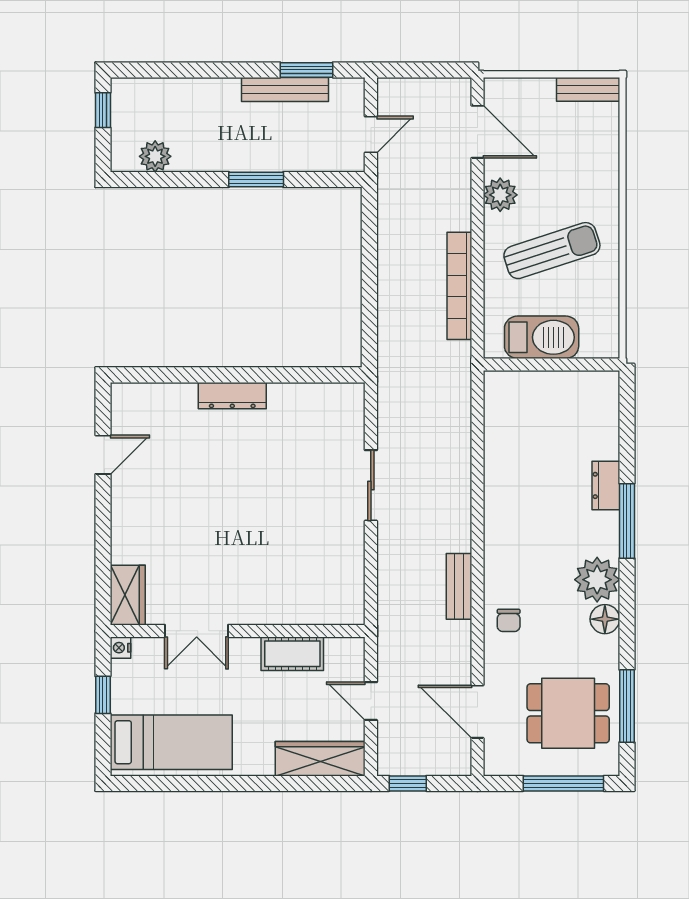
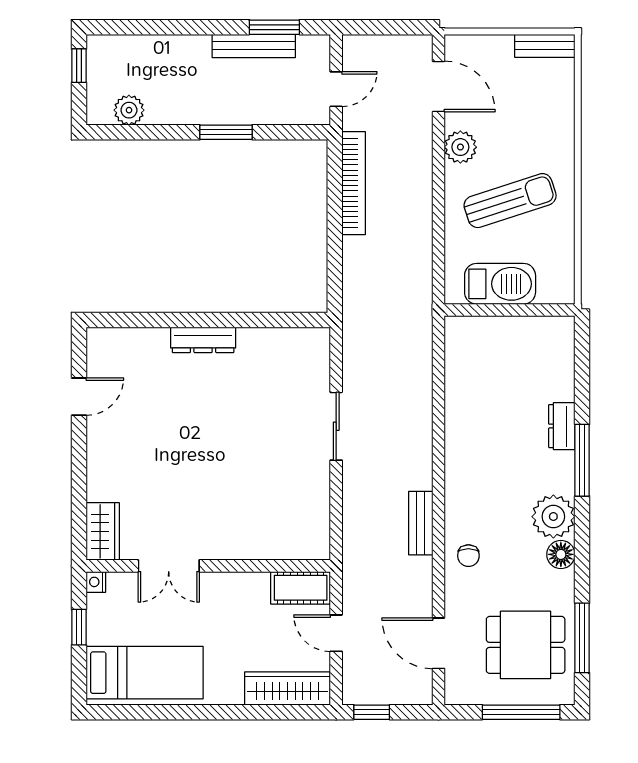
bookcase: (459, 286) -> (354, 183), moved, turned 180
cot: (292, 654) -> (301, 588), moved

